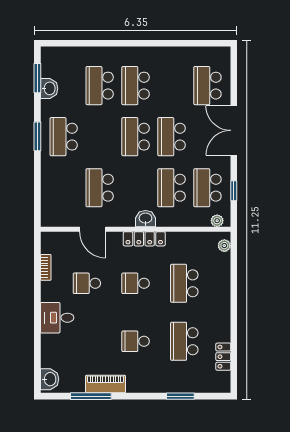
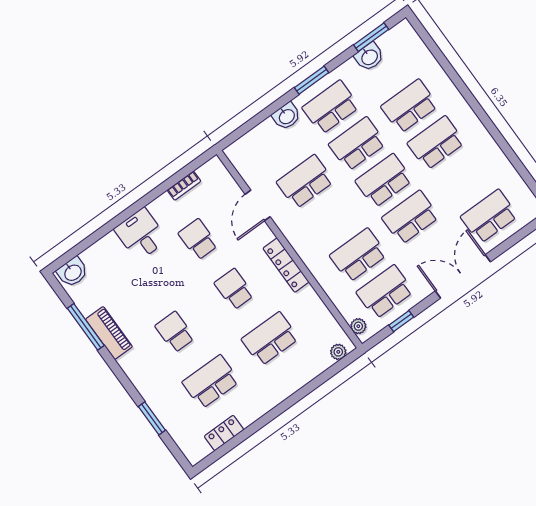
school desk: (100, 137) -> (357, 144), added
washbasin: (145, 219) -> (286, 116), moved, turned 90

